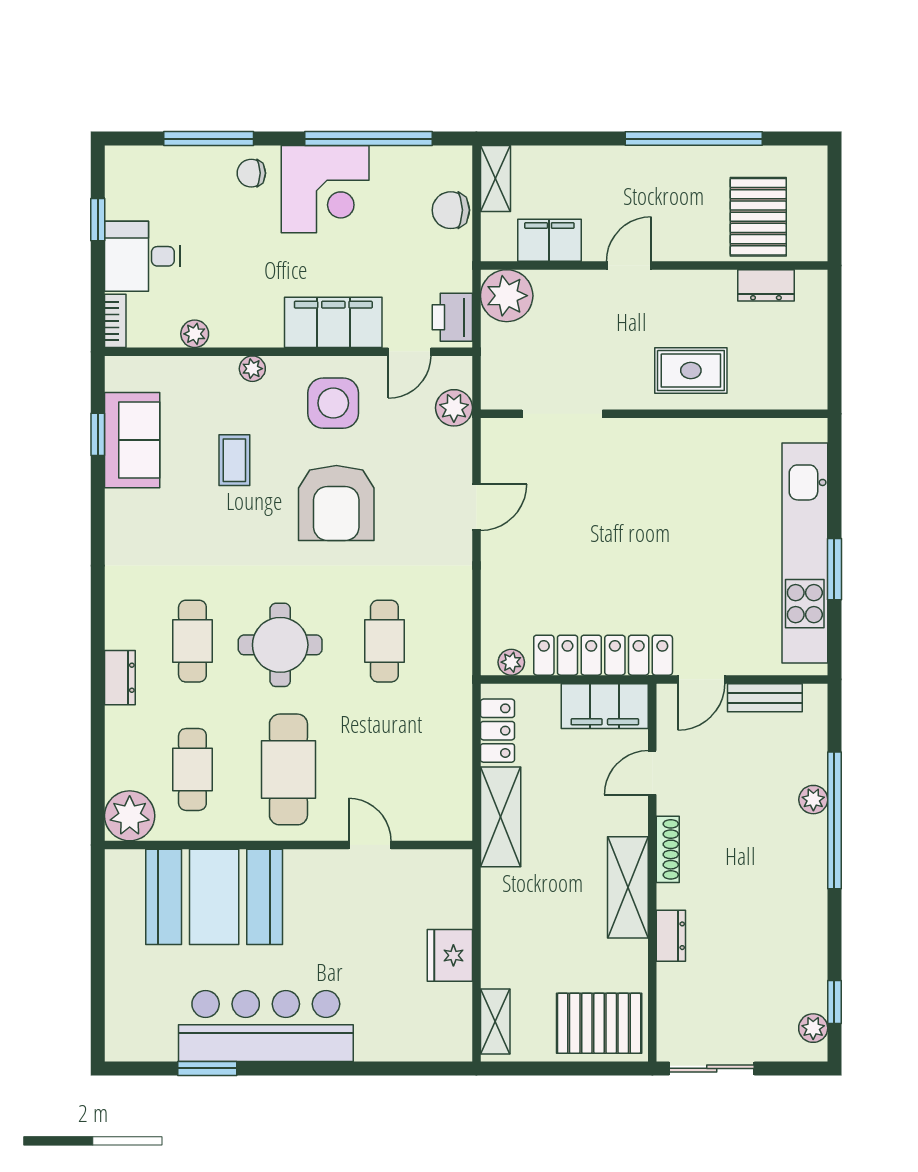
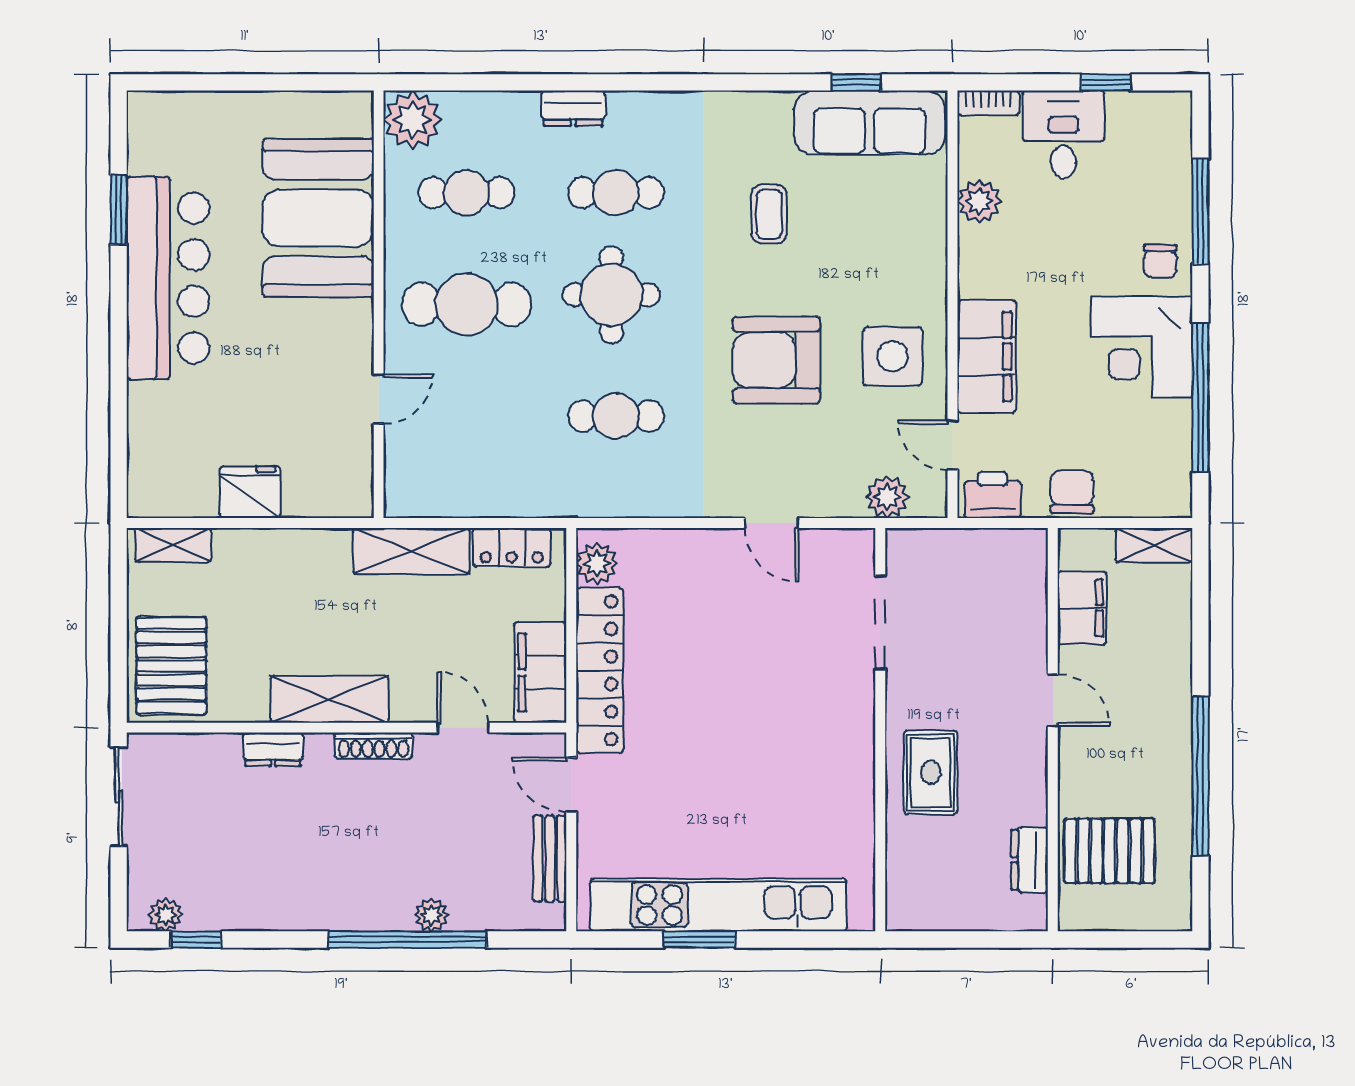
chair: (251, 173) -> (1160, 261), turned 180
chair: (451, 210) -> (1072, 492), moved
plant: (507, 296) -> (1018, 558), removed
plant: (195, 334) -> (979, 201), width x1.38, depth x1.38
plant: (252, 369) -> (933, 262), removed
sofa: (132, 440) -> (870, 123), width x1.36
coffee table: (234, 460) -> (769, 214), moved, turned 90
plant: (511, 662) -> (597, 564), width x1.38, depth x1.38

